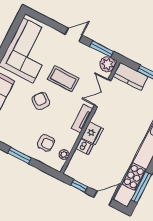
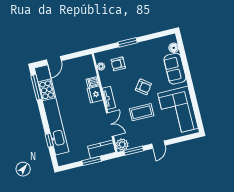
window: (79, 186) -> (75, 55), removed

